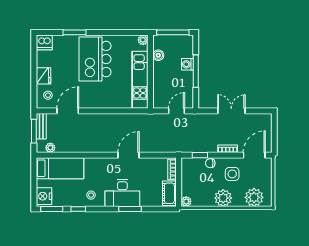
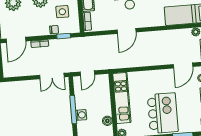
double door: (231, 111) -> (52, 76), moved
side table: (232, 174) -> (62, 12), moved

